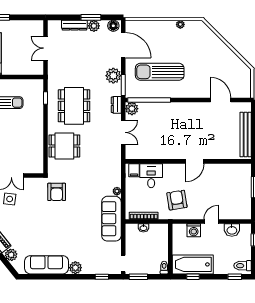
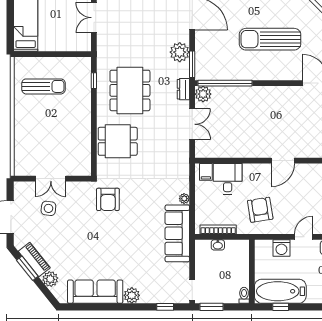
sun lounger: (160, 72) -> (270, 39), moved

